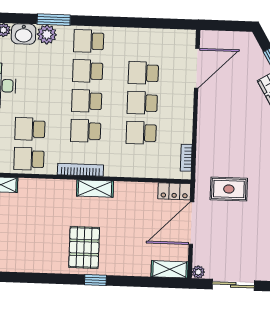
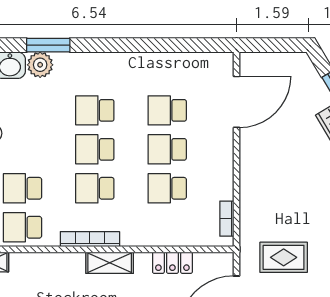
school desk: (89, 41) -> (95, 71), removed
locker: (174, 191) -> (172, 263), moved

